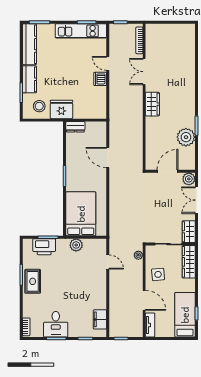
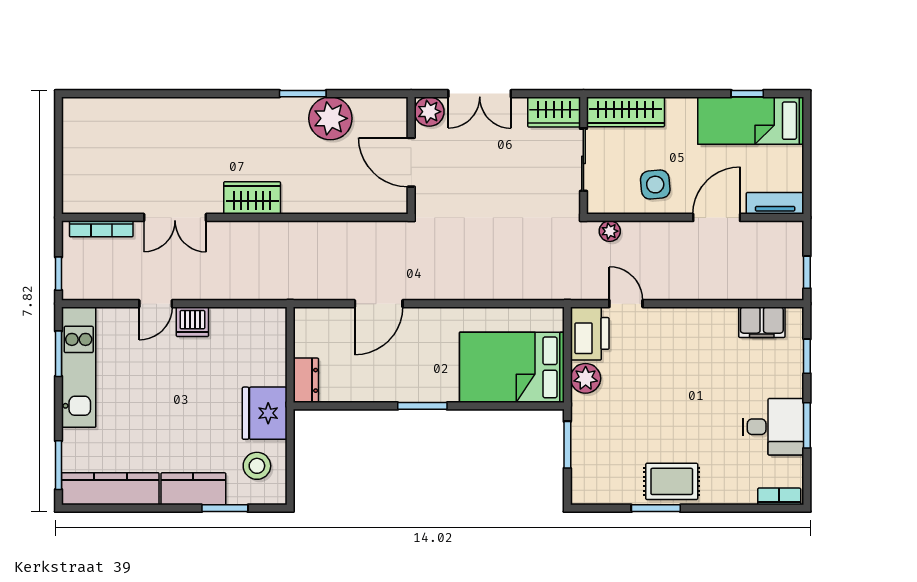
printer: (44, 247) -> (590, 333), moved
door: (108, 262) -> (626, 304), hinge flipped

